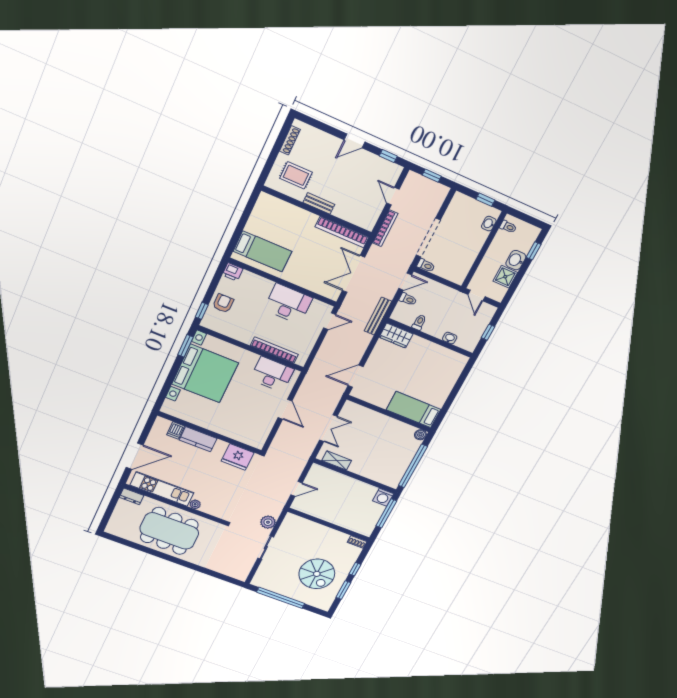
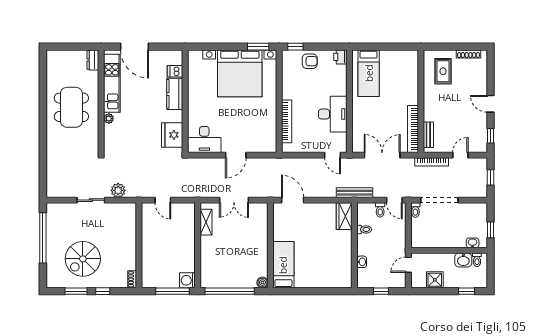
bench: (319, 203) -> (428, 135), moved
washbasin: (516, 260) -> (463, 260), moved, turned 180
desk: (272, 374) -> (204, 140), moved, turned 90
dining table: (169, 531) -> (71, 107), width x0.73, depth x0.80

